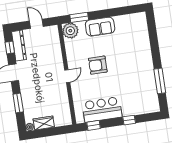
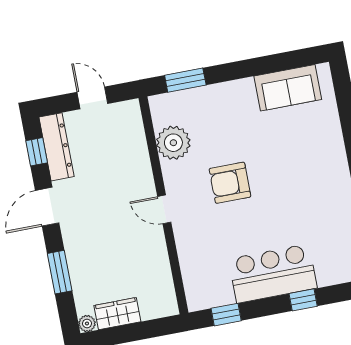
sofa: (100, 27) -> (288, 88), moved
plant: (70, 31) -> (173, 143), moved
door: (67, 76) -> (164, 209), swing flipped
bar counter: (102, 110) -> (273, 273), moved

